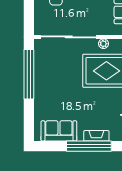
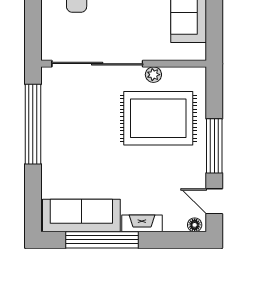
sofa: (59, 131) -> (81, 215), width x1.36
window: (89, 146) -> (102, 240), moved

